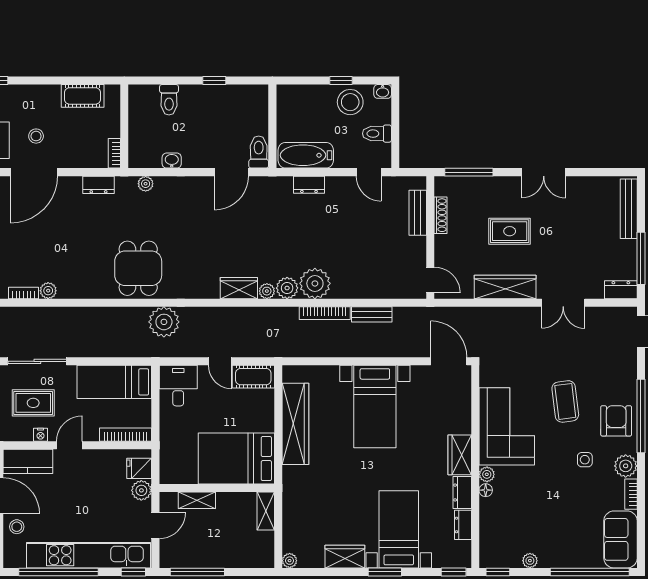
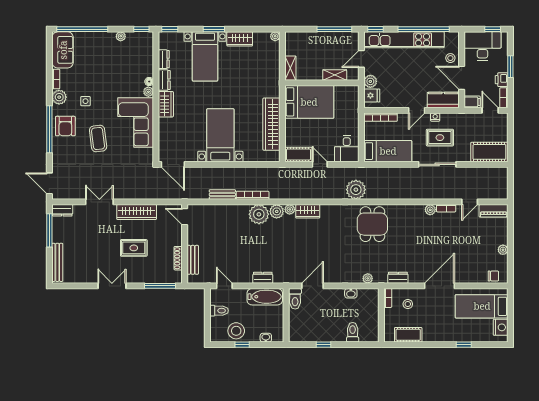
washbasin: (383, 91) -> (266, 338), moved
stool: (36, 136) -> (408, 304), moved

